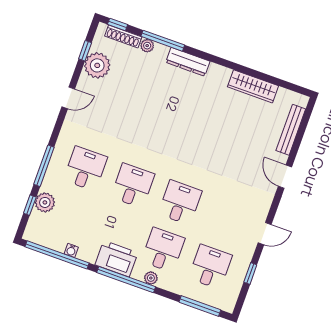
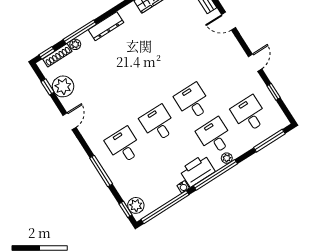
plant: (45, 202) -> (136, 205), moved
window: (30, 205) -> (126, 209), moved
water cooler: (71, 250) -> (183, 187), moved

